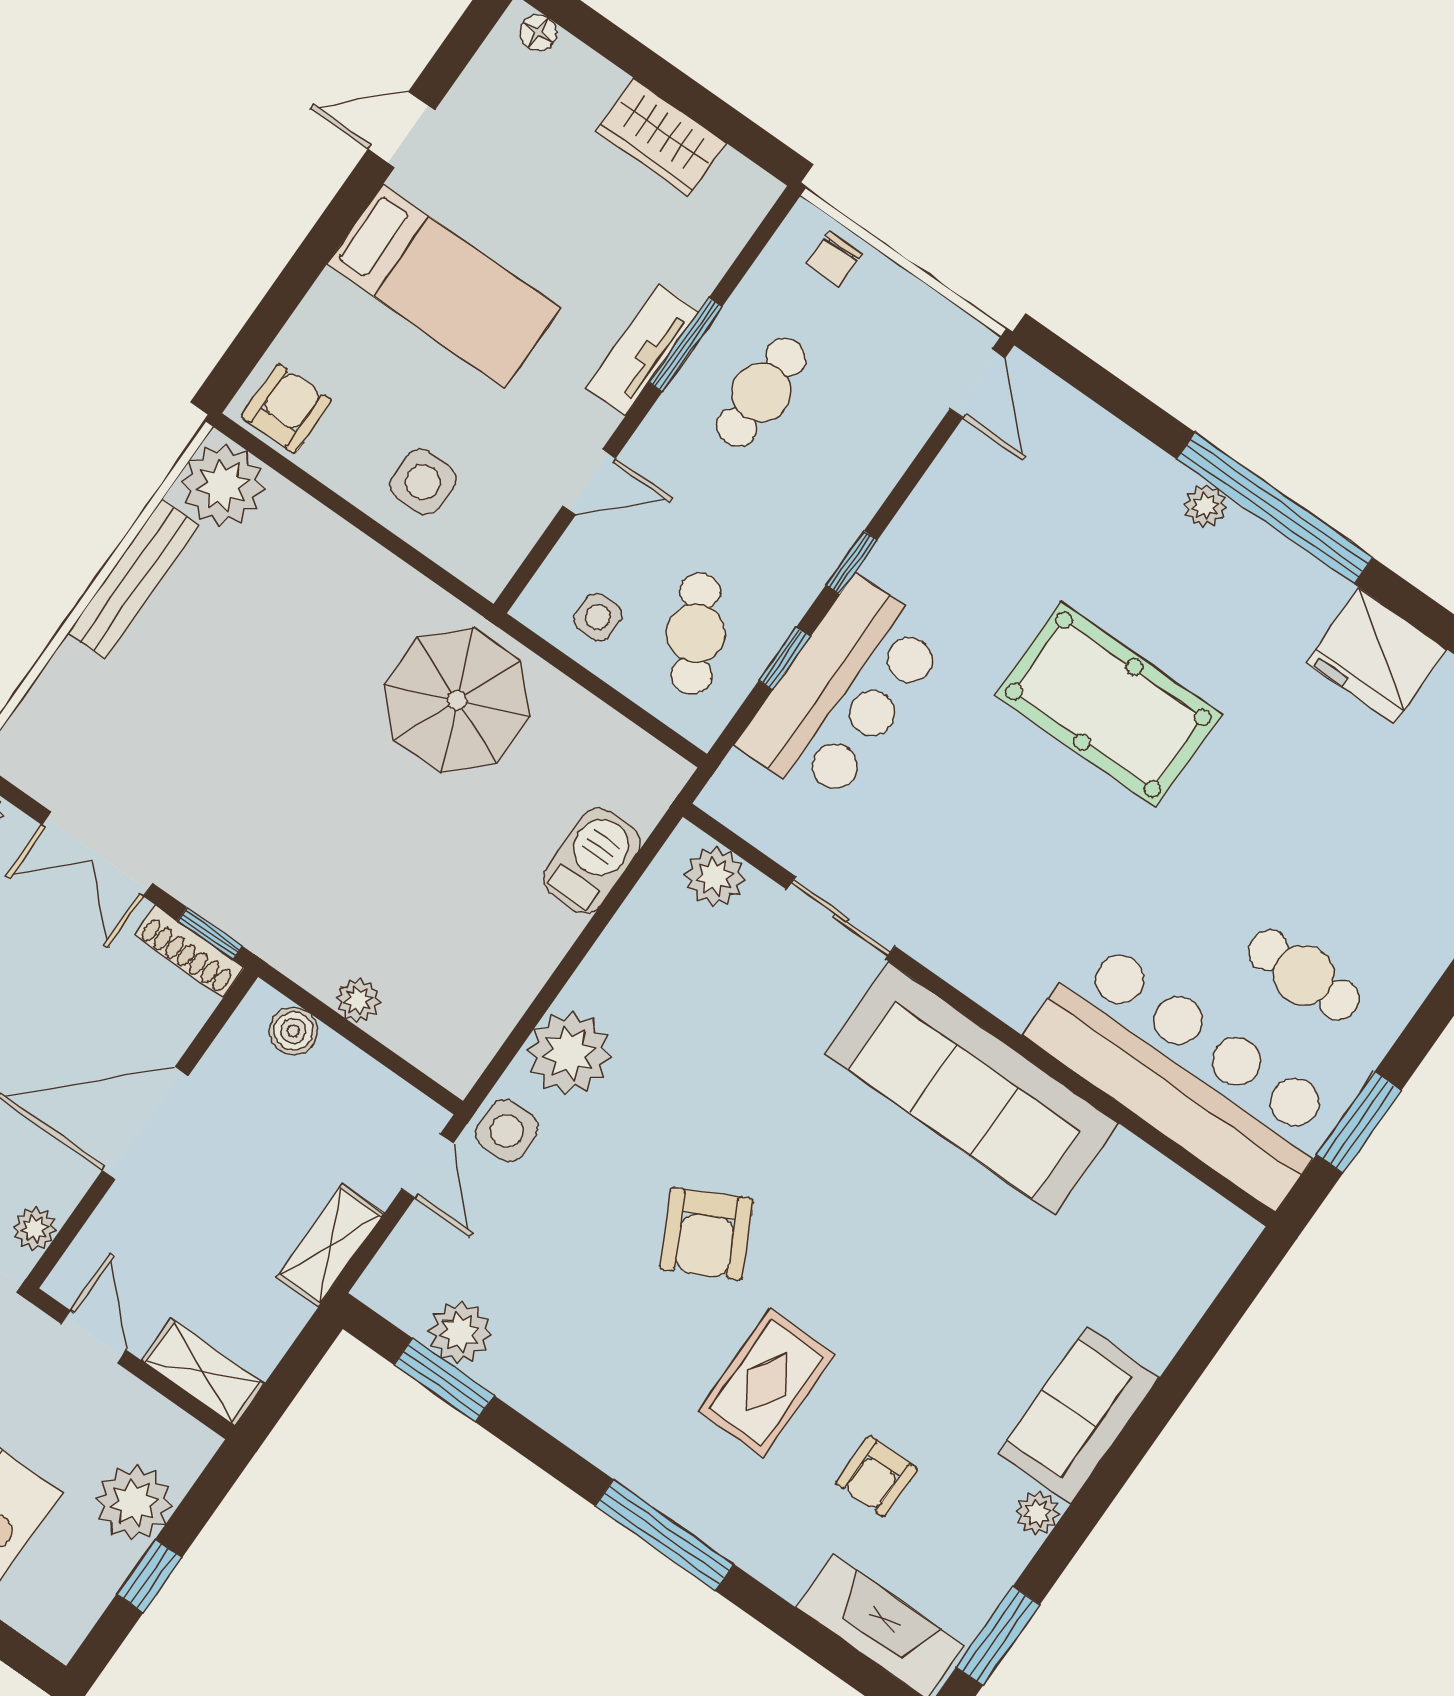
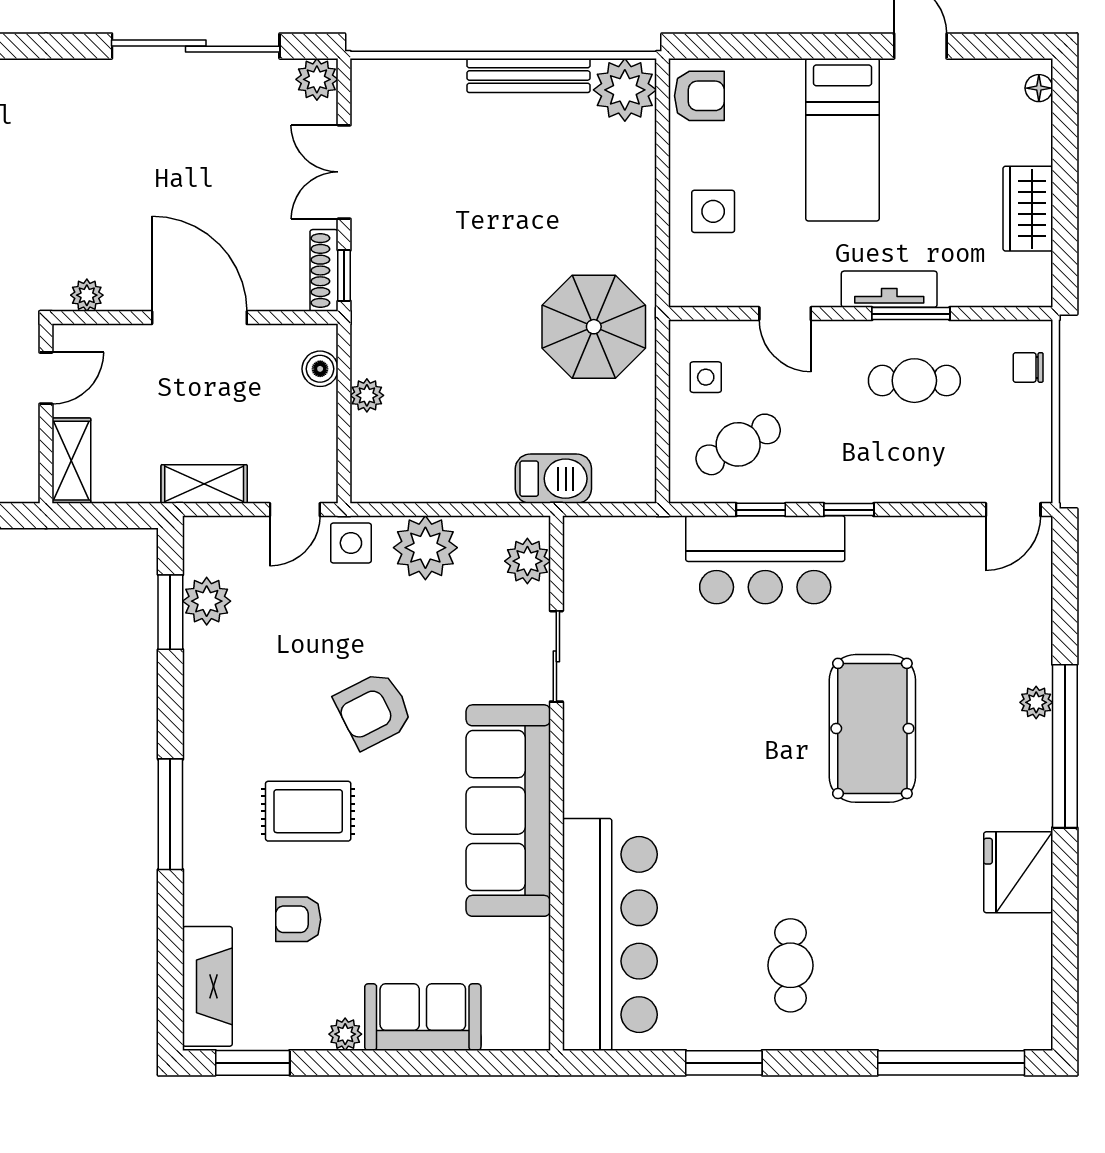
plant: (715, 876) -> (527, 561), moved
sliding door: (841, 918) -> (556, 656), moved
wall: (979, 1015) -> (556, 783), moved
bar counter: (1185, 1073) -> (610, 934), moved
sofa: (972, 1088) -> (508, 811), moved

